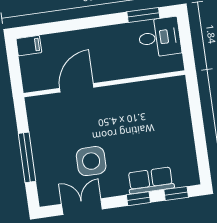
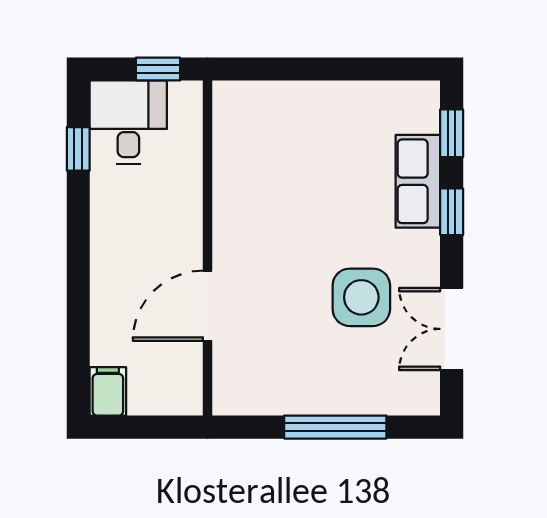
window: (143, 15) -> (78, 149), width x0.67
window: (187, 48) -> (158, 69), added
door: (77, 88) -> (208, 306), hinge flipped

